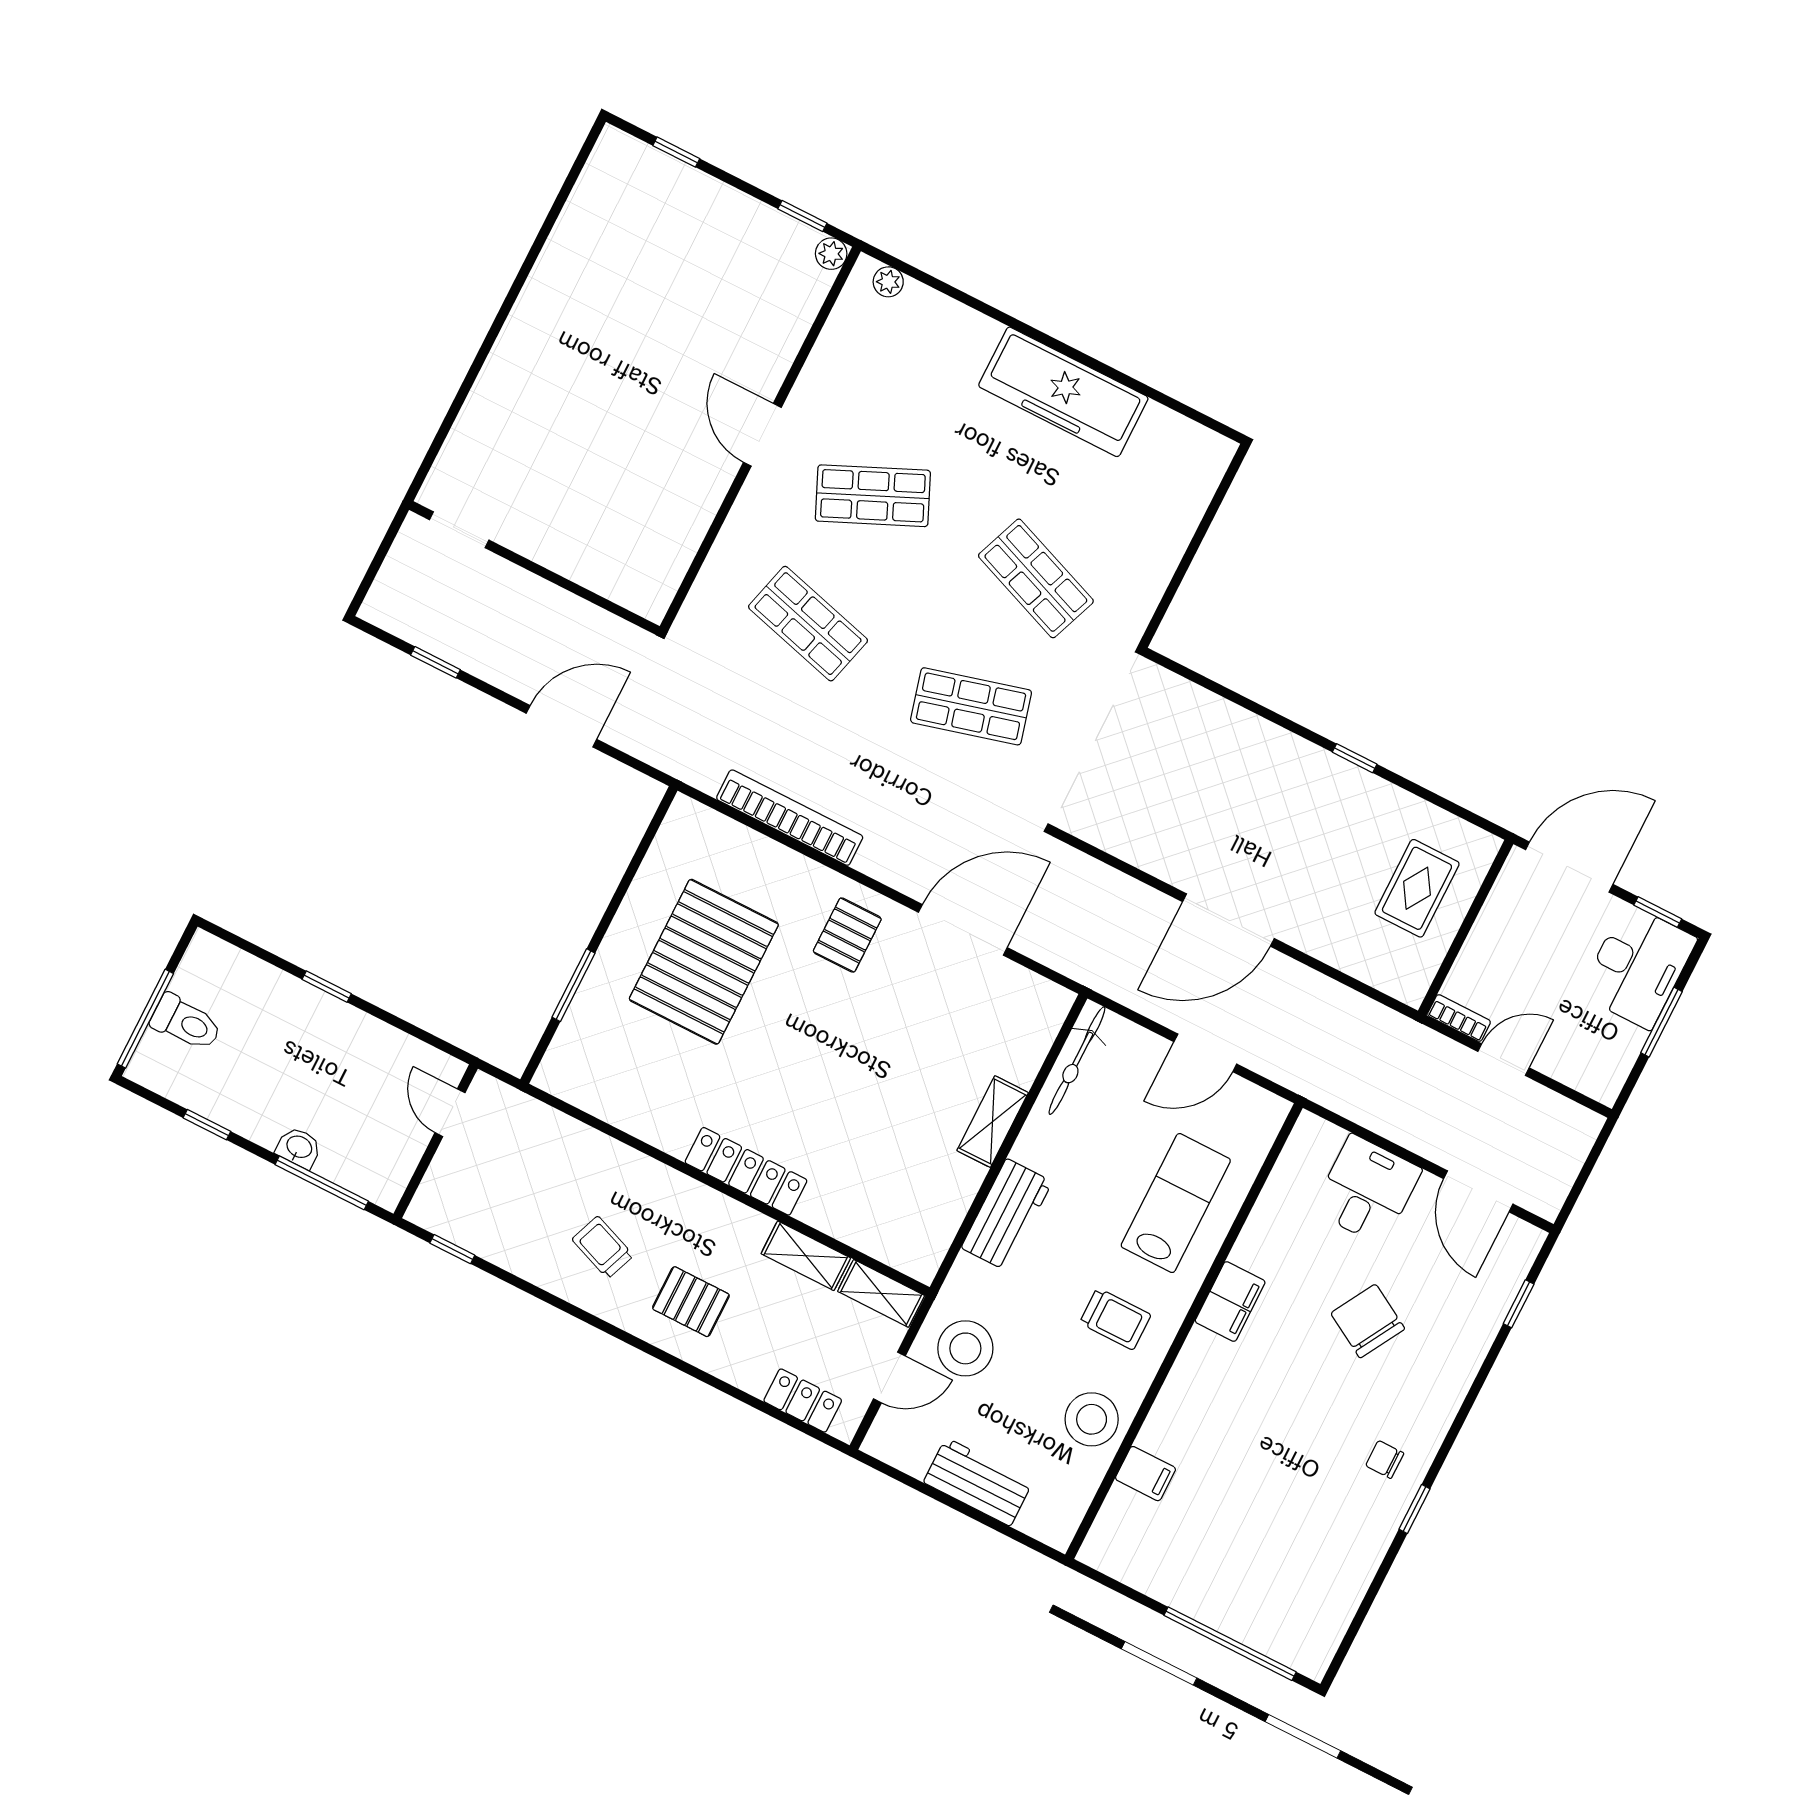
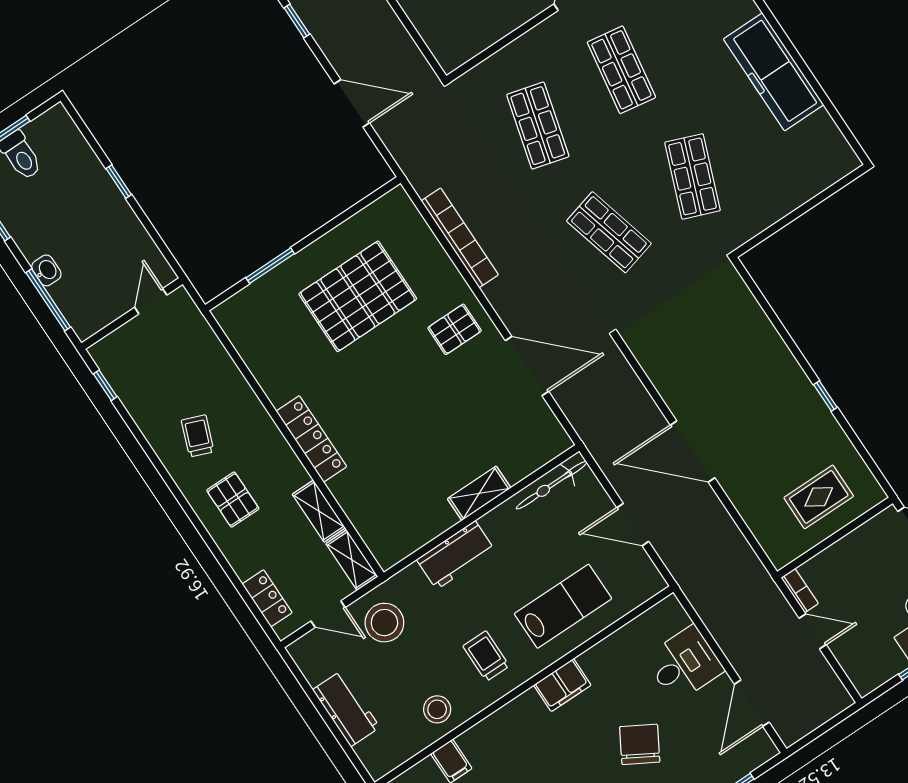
shop shelf: (873, 496) -> (621, 70), turned 33
trolley: (1115, 1319) -> (486, 656), turned 180
stool: (1092, 1419) -> (437, 709), width x0.73, depth x0.73

